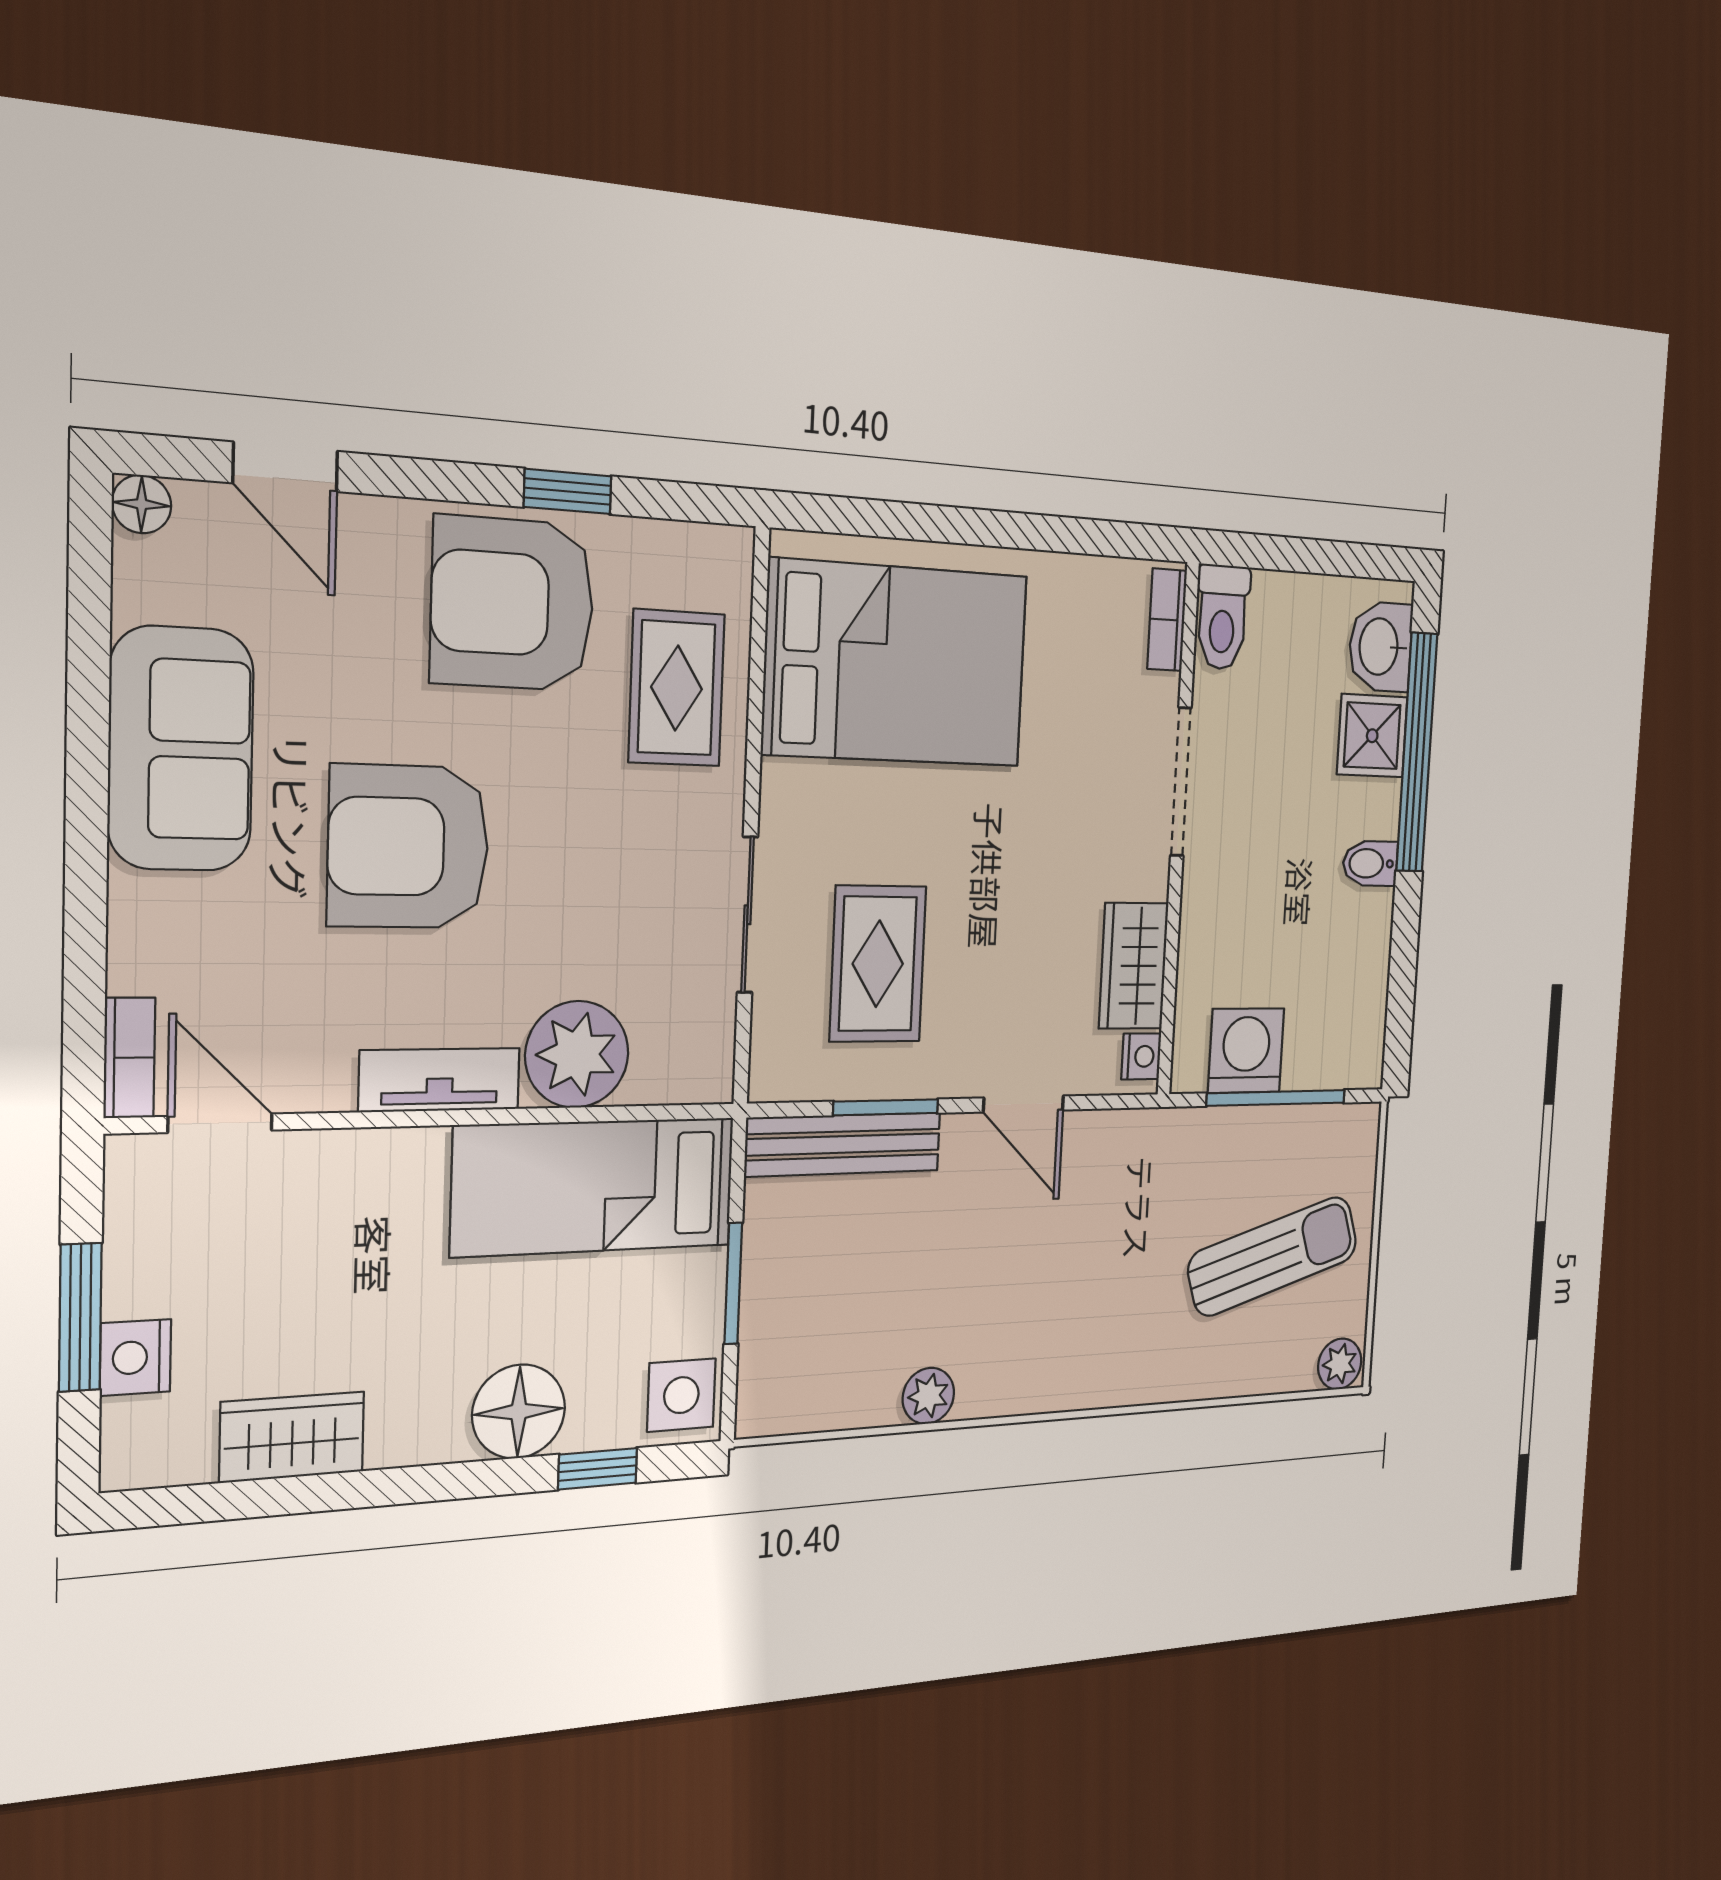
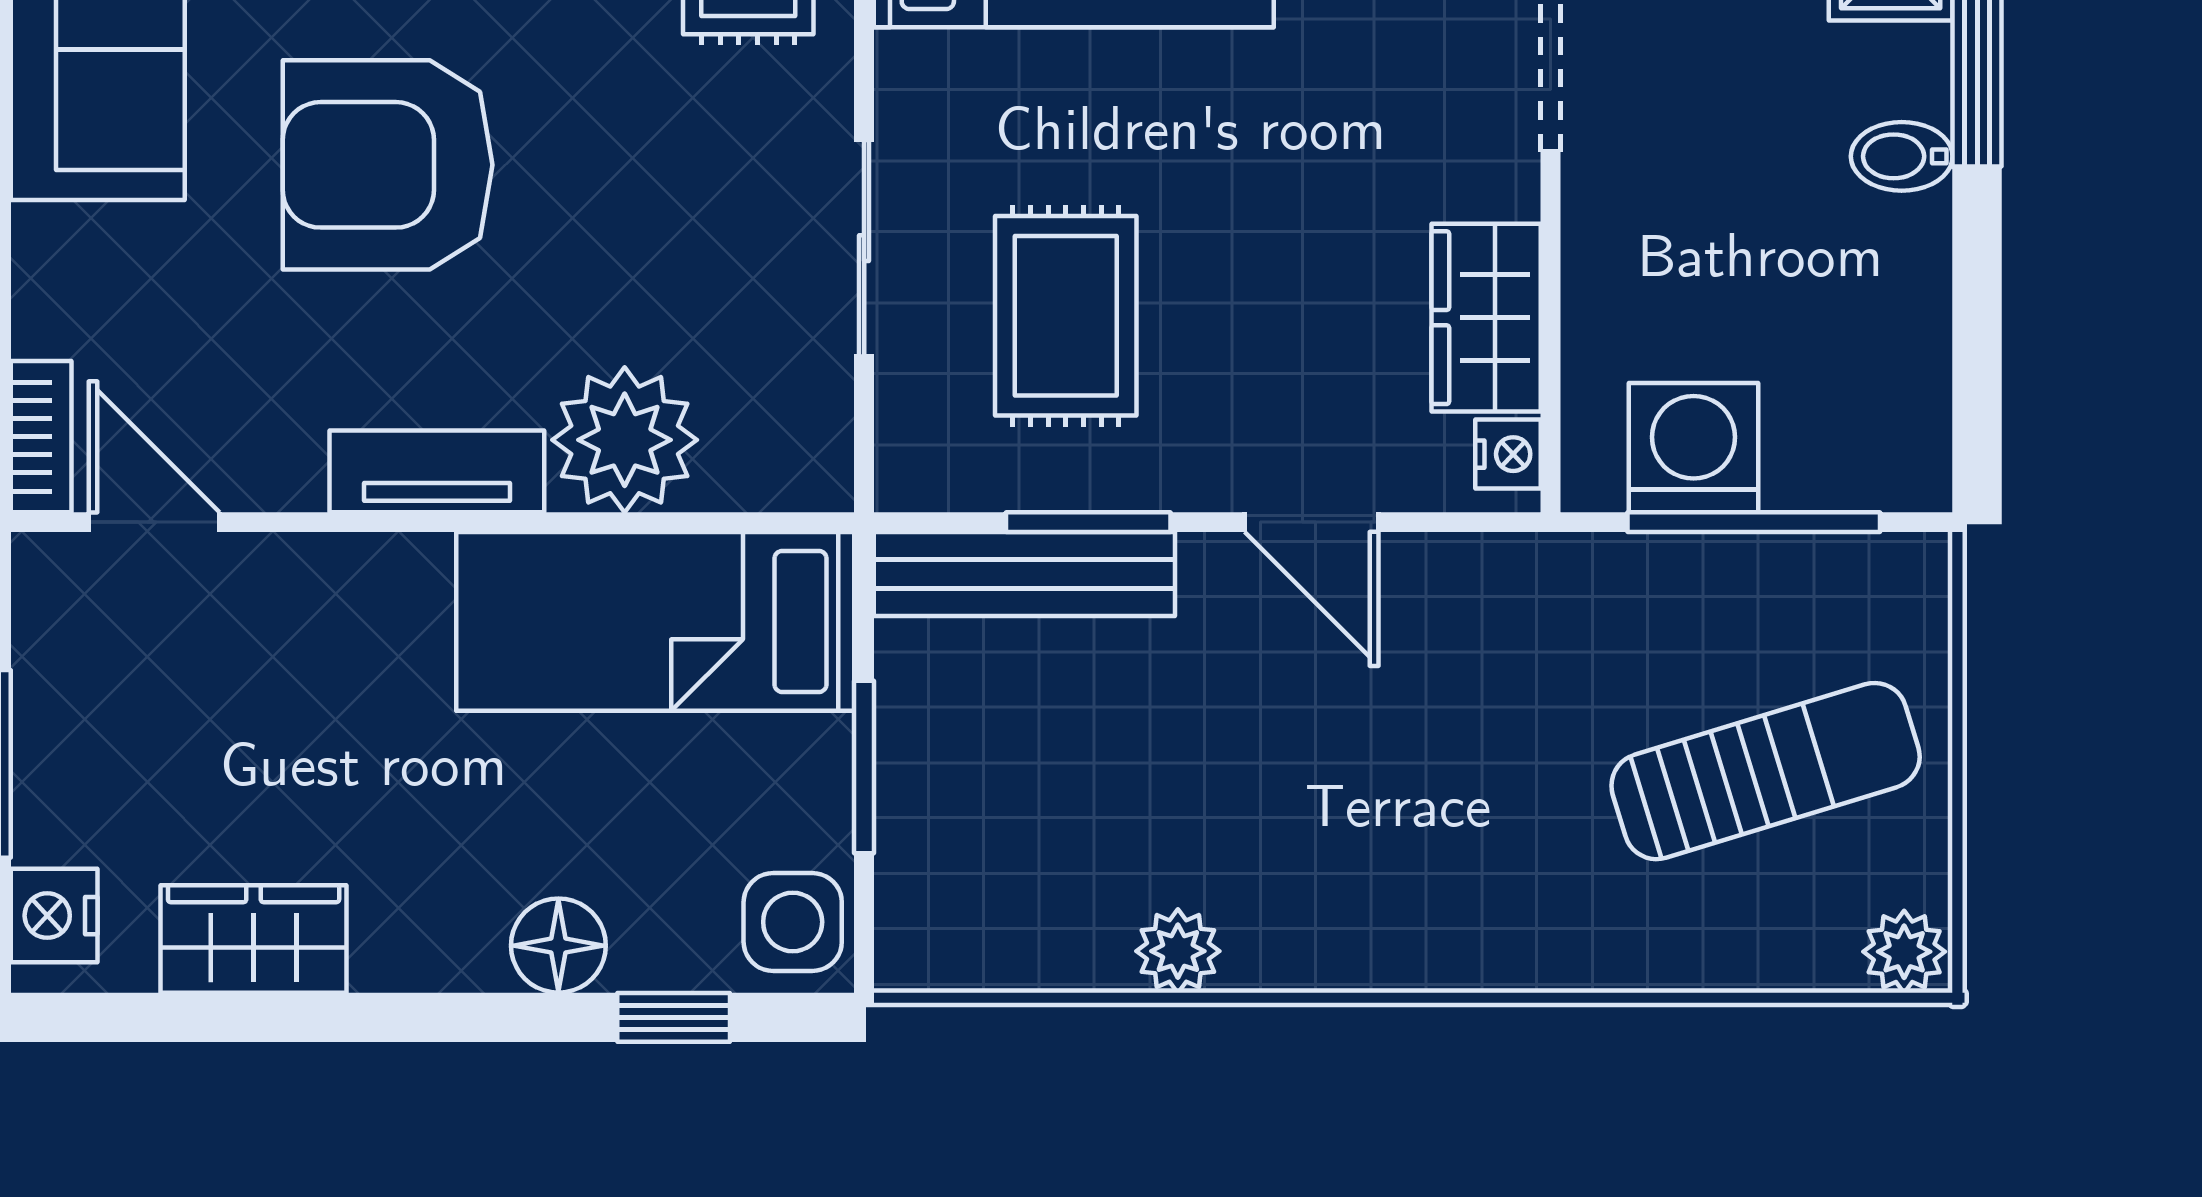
nightstand: (136, 1357) -> (54, 916), moved
floor lamp: (519, 1412) -> (558, 946), width x0.73, depth x0.73

